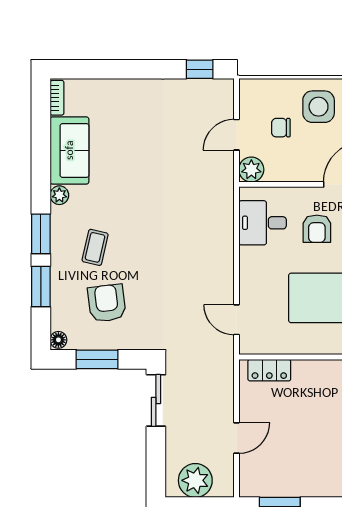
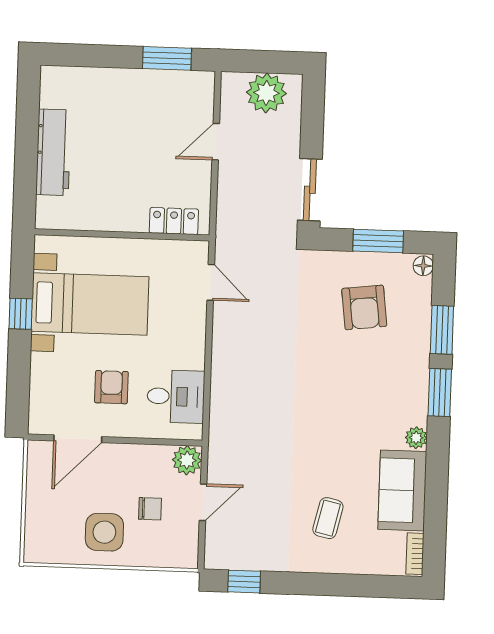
coffee table: (95, 247) -> (328, 518), moved

